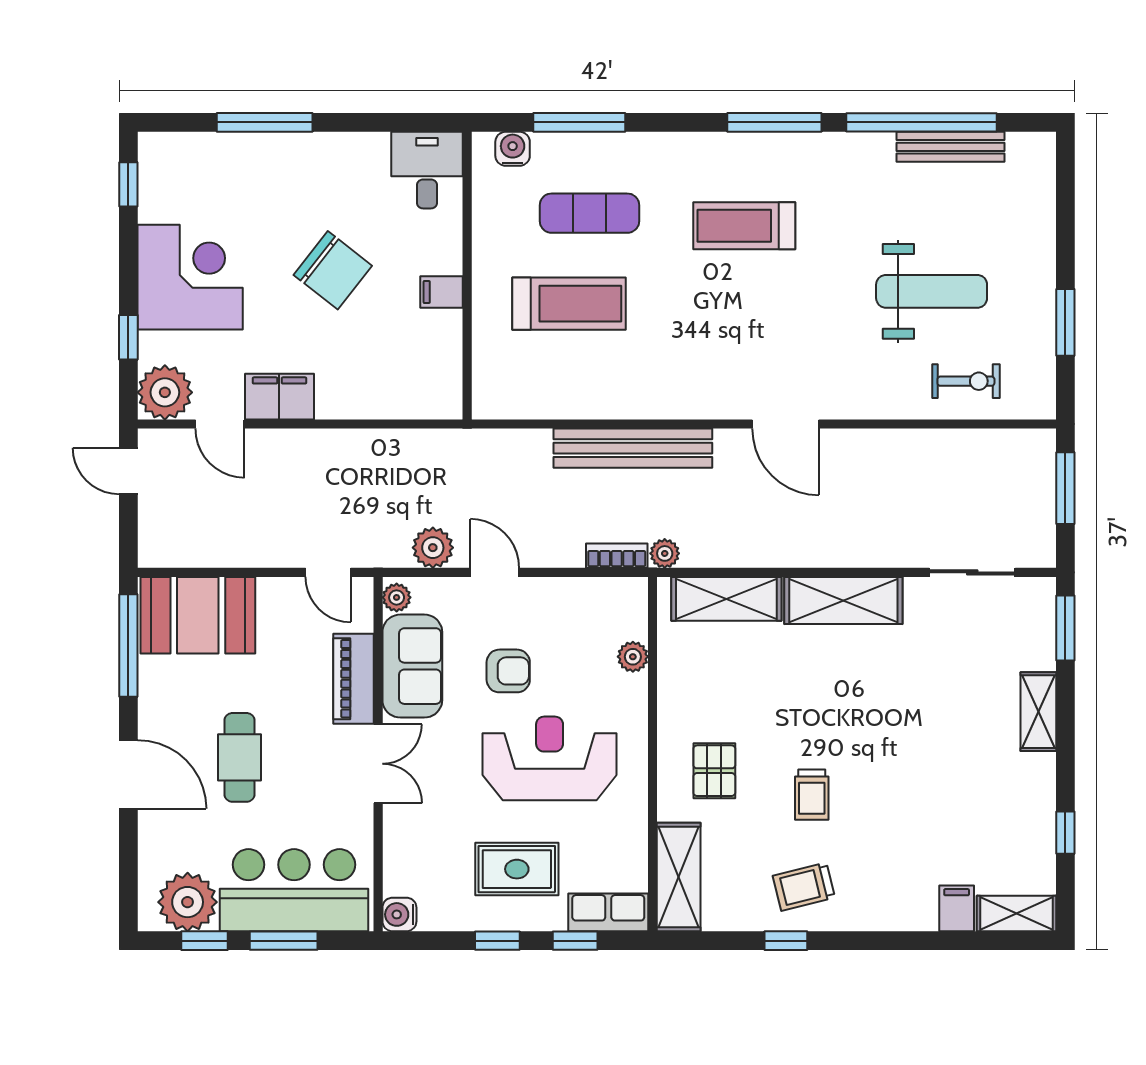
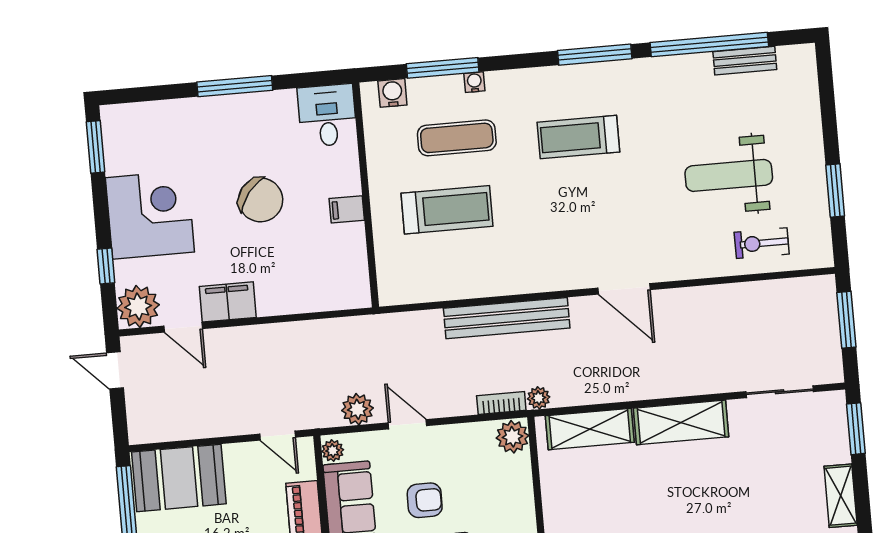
window: (265, 122) -> (235, 86), moved
water cooler: (618, 144) -> (474, 82), added
bench: (950, 147) -> (745, 61), width x0.73
window: (128, 184) -> (96, 147), width x1.50
weight bench: (932, 291) -> (729, 175), turned 180
exercise bike: (966, 381) -> (762, 243), turned 180
plant: (633, 657) -> (512, 437), moved, width x1.38, depth x1.38

